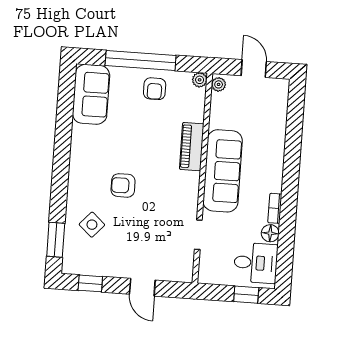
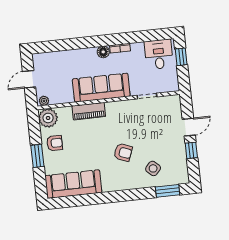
window: (141, 60) -> (37, 156), width x0.47
plant: (200, 80) -> (48, 118), width x1.88, depth x1.88
sofa: (91, 94) -> (73, 184), width x1.36
armchair: (123, 185) -> (123, 152), turned -69
floor lamp: (270, 233) -> (103, 52), moved
window: (90, 283) -> (191, 150), moved

